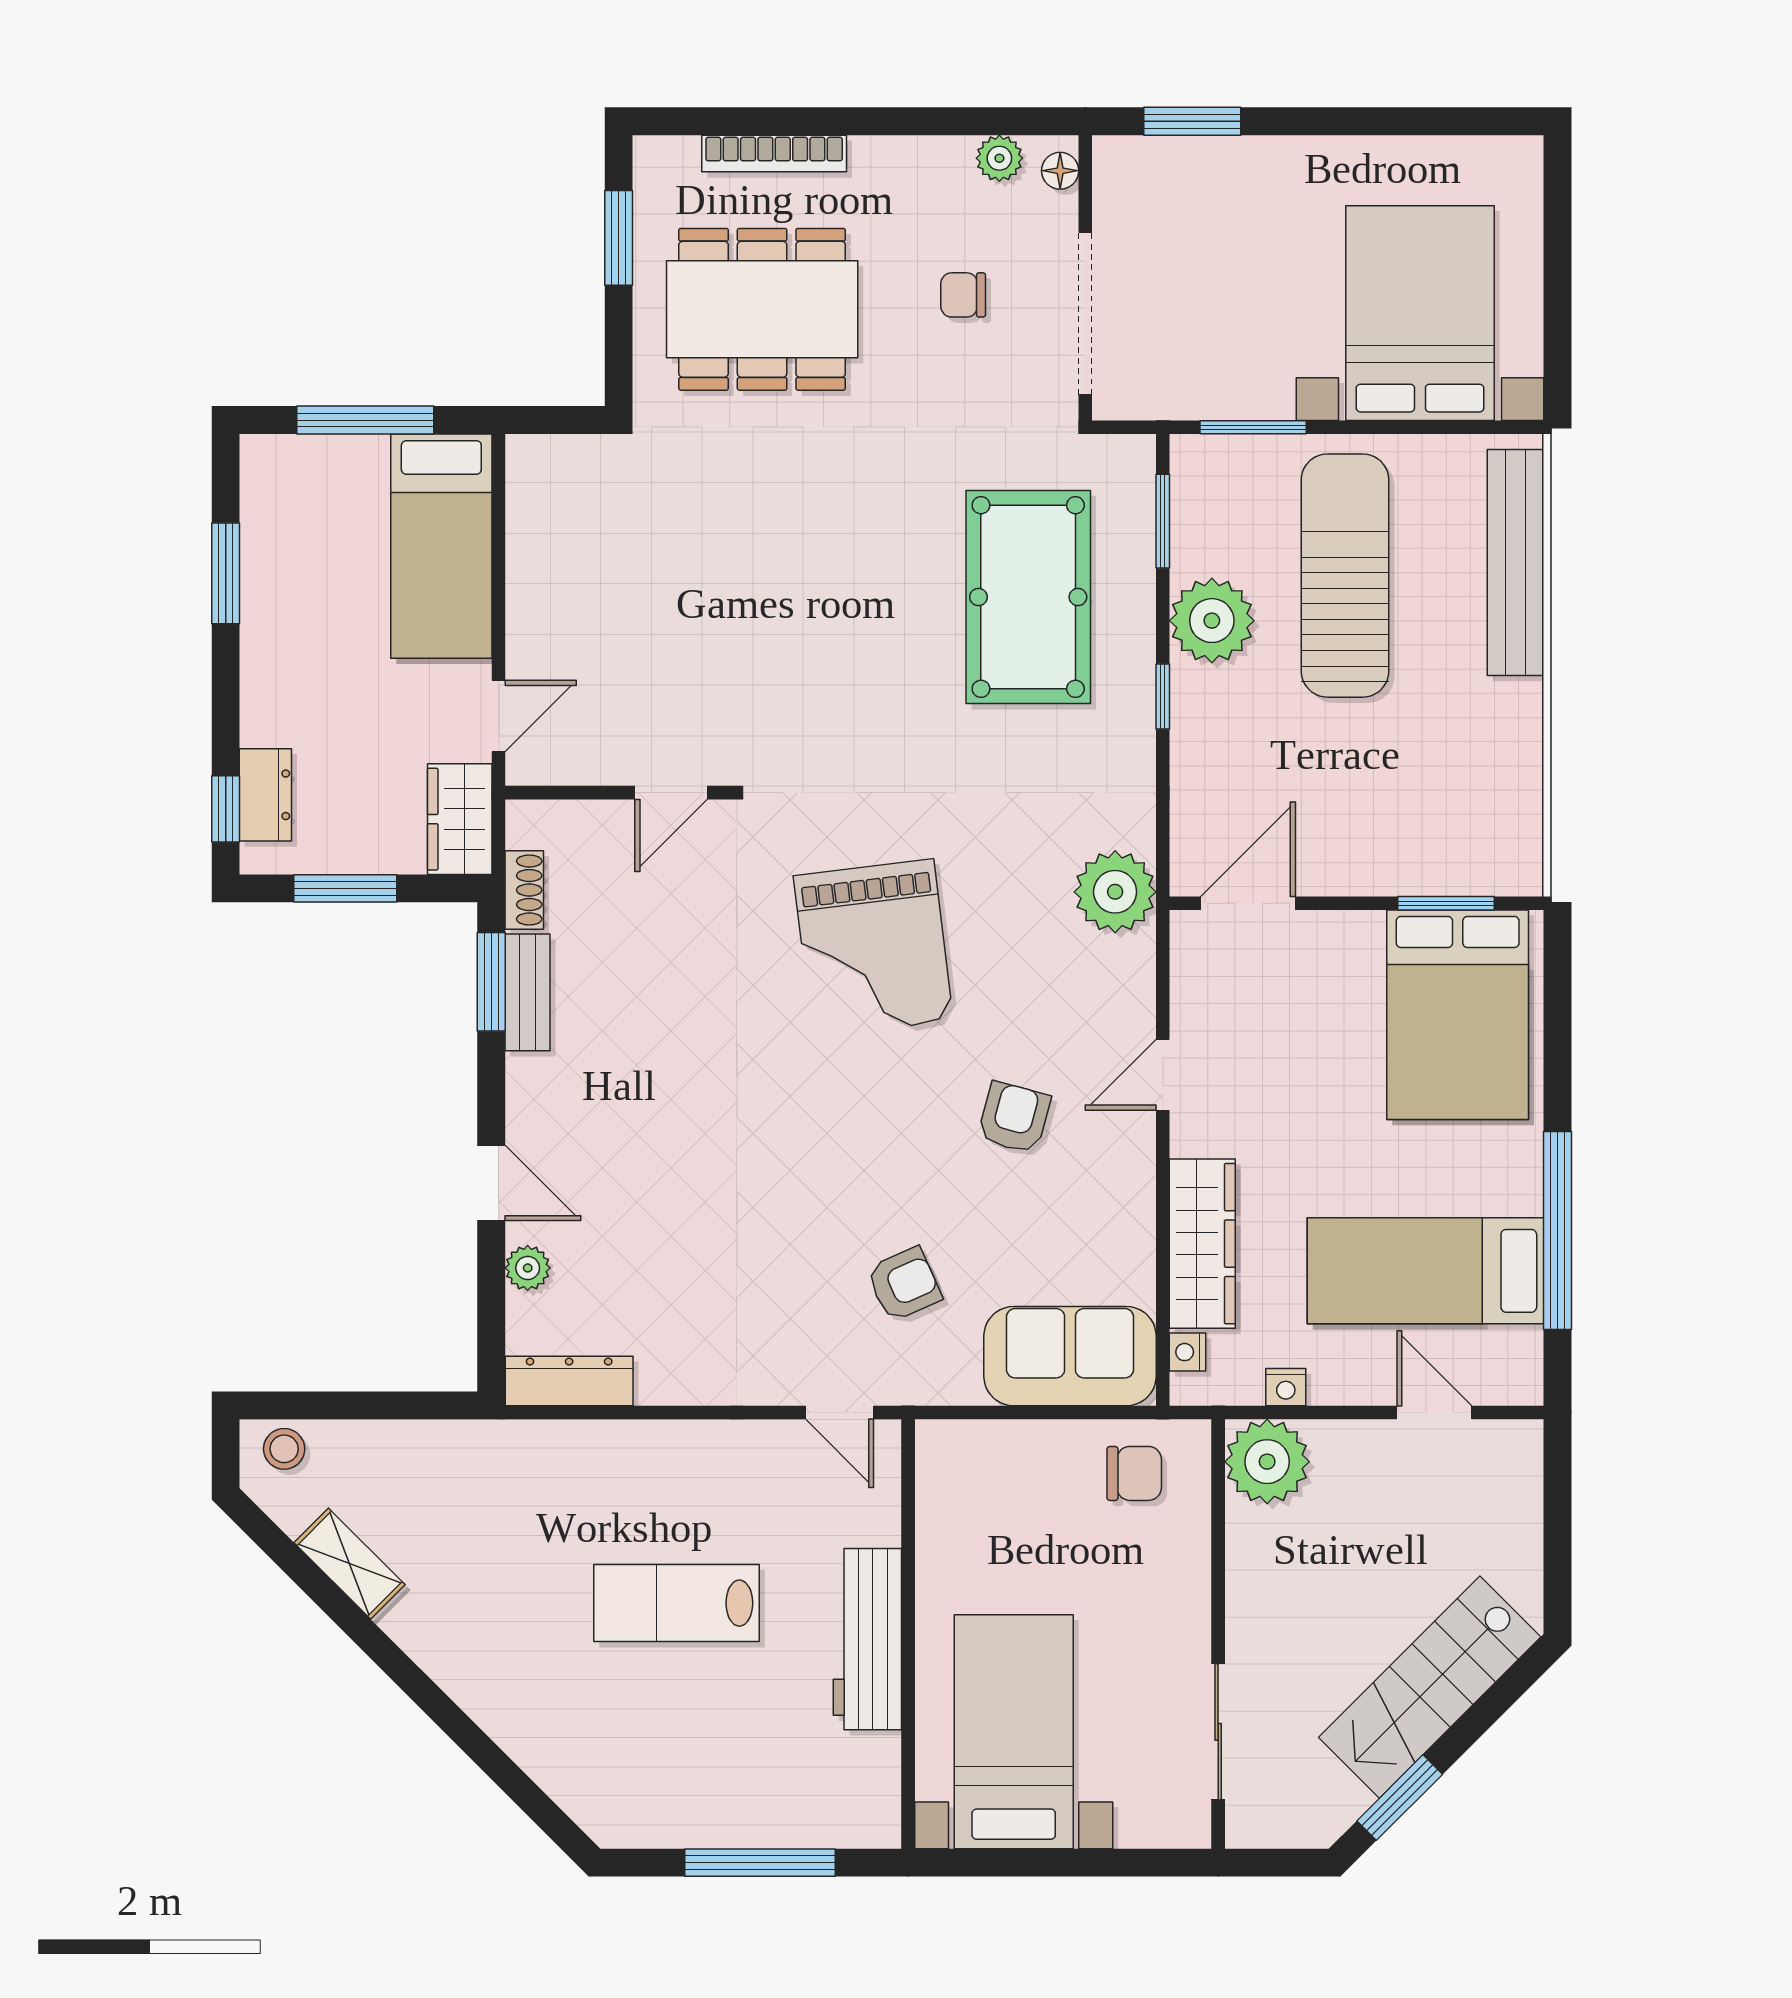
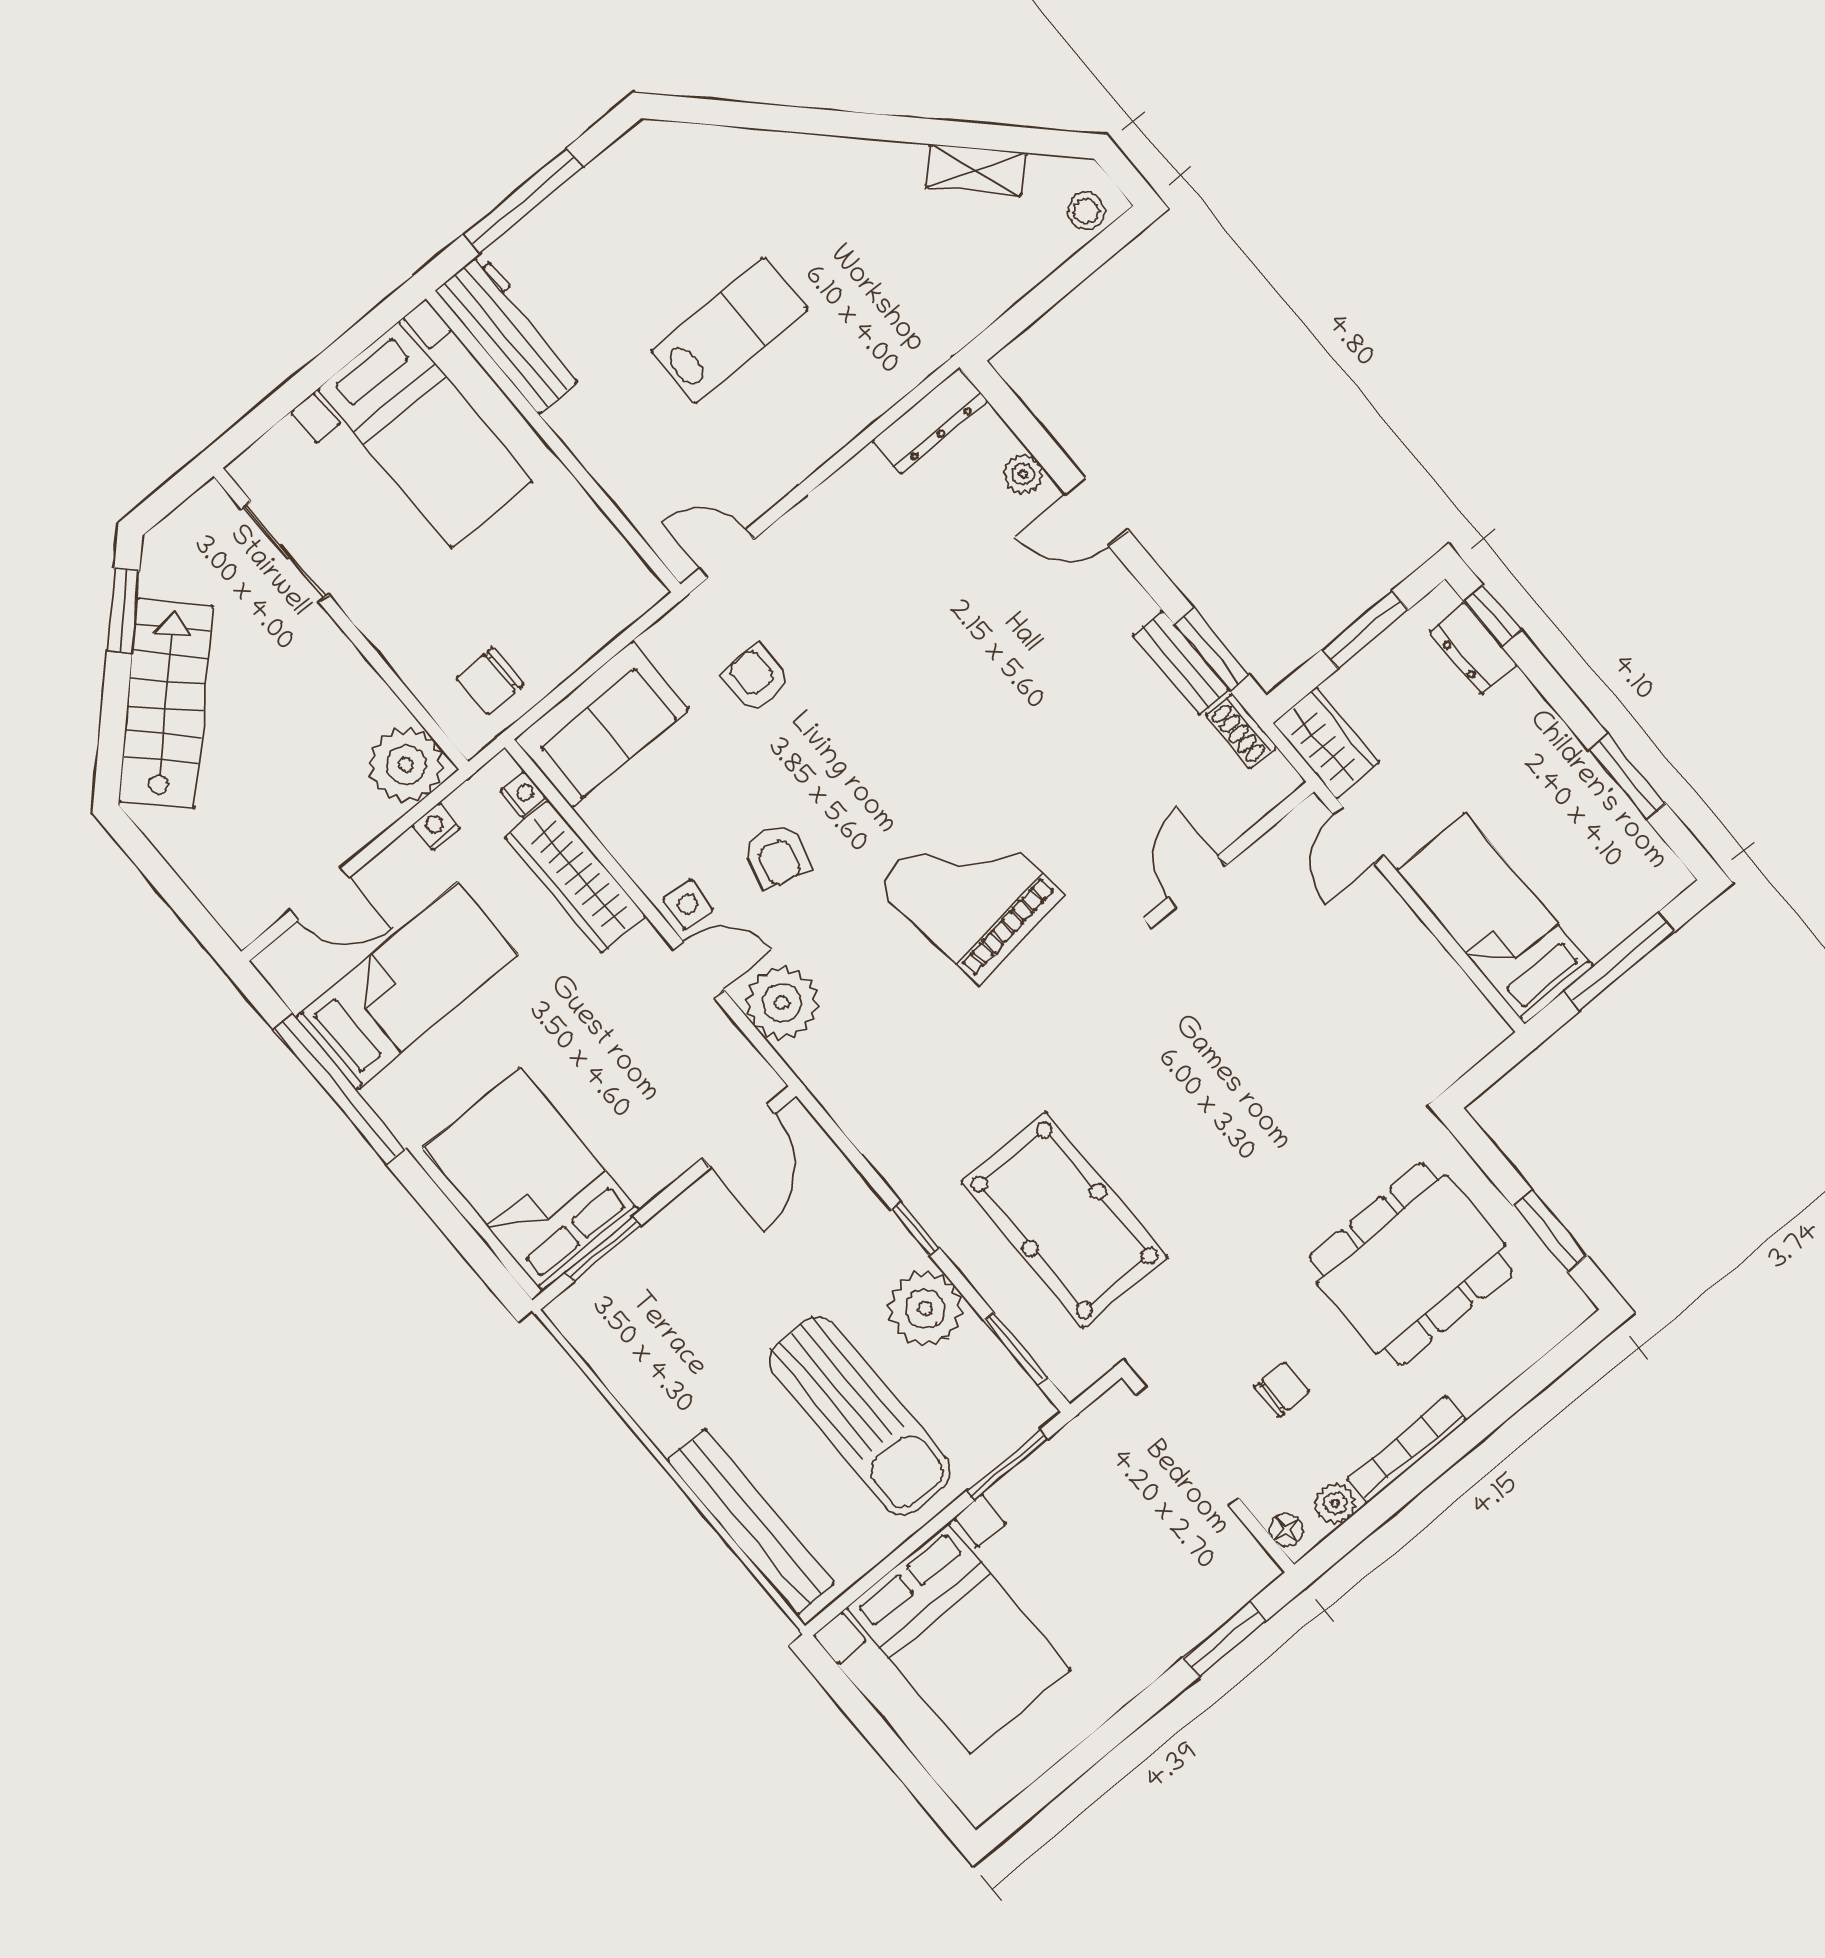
bookcase: (774, 153) -> (1406, 1450), moved
plant: (1115, 892) -> (782, 1003), moved
door: (1163, 1075) -> (699, 970), hinge flipped
side table: (1125, 1139) -> (688, 904), added
armchair: (904, 1284) -> (756, 678), turned 113
workbench: (867, 1639) -> (510, 333), moved

